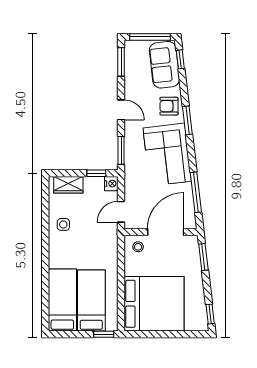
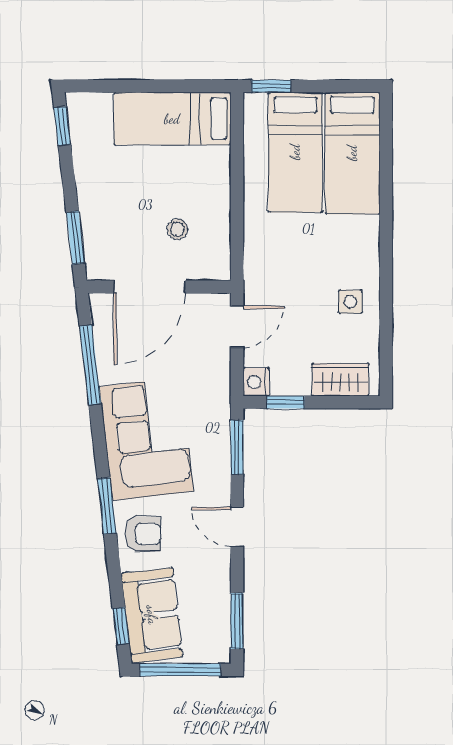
stool: (138, 247) -> (177, 229), moved
bed: (154, 304) -> (172, 119), width x0.49

